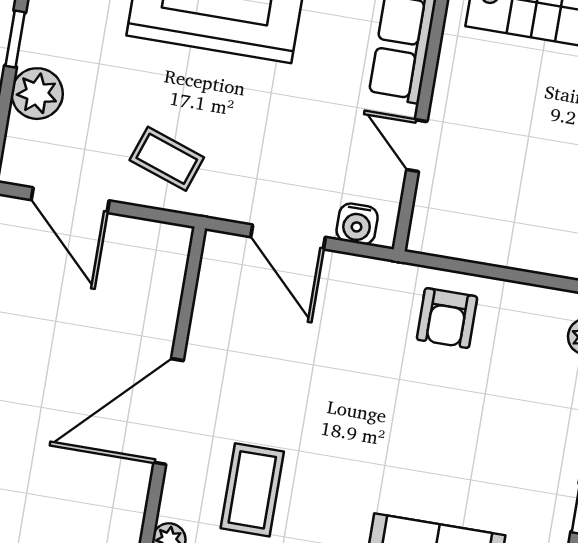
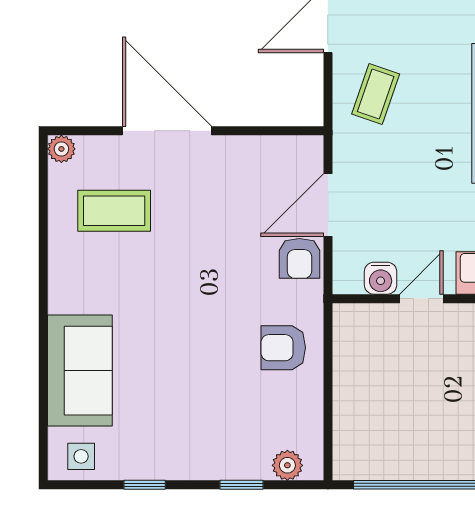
water cooler: (357, 224) -> (381, 278), moved, turned -90
armchair: (345, 281) -> (299, 258), added

